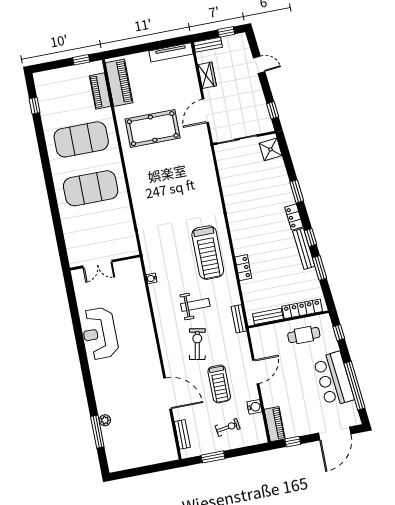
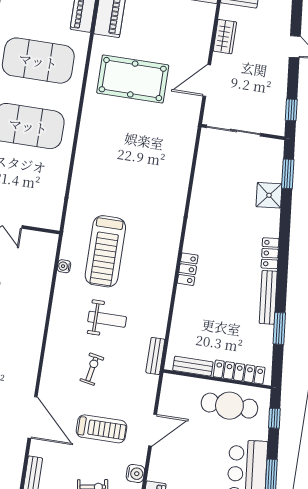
shower: (271, 149) -> (269, 195), moved
window: (297, 191) -> (288, 174), moved
window: (310, 237) -> (282, 286), removed
treadmill: (208, 253) -> (105, 251), moved
locker: (243, 268) -> (188, 269), moved
cafe table: (304, 335) -> (229, 406), width x1.37, depth x1.35
exercise bike: (197, 344) -> (92, 369), width x0.73, depth x0.72
treadmill: (219, 384) -> (102, 429), turned -90

